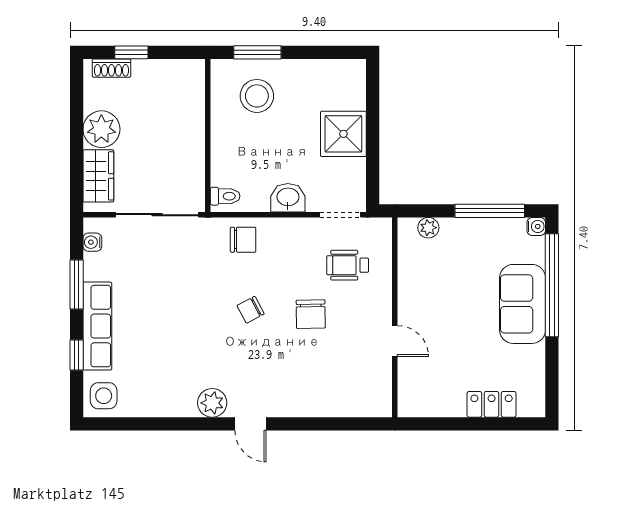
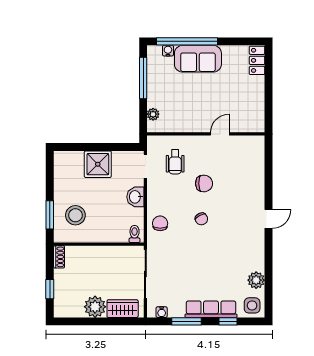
shoe rack: (111, 68) -> (59, 257), moved
water cooler: (536, 226) -> (168, 51), moved
plant: (212, 403) -> (256, 280), moved
locker: (492, 404) -> (257, 60), moved

